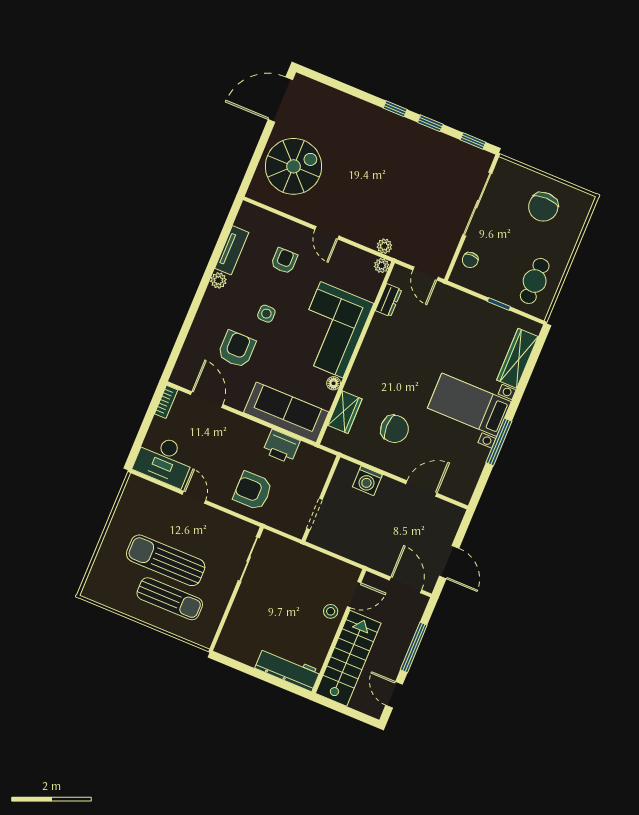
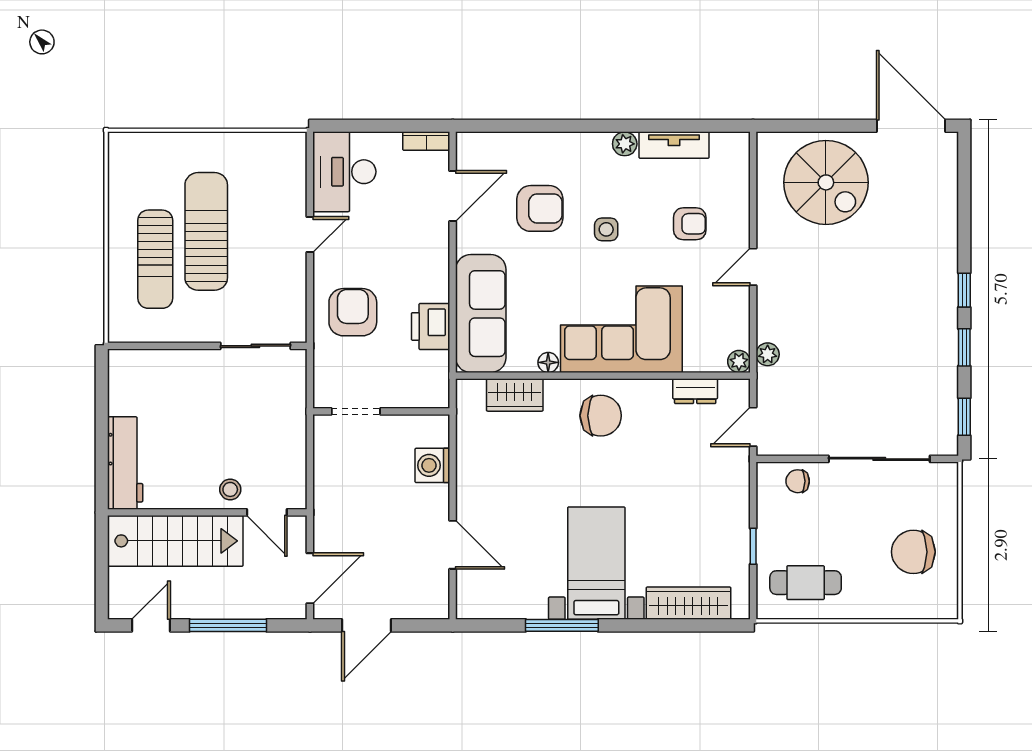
chair: (395, 429) -> (601, 416), moved, turned -90

